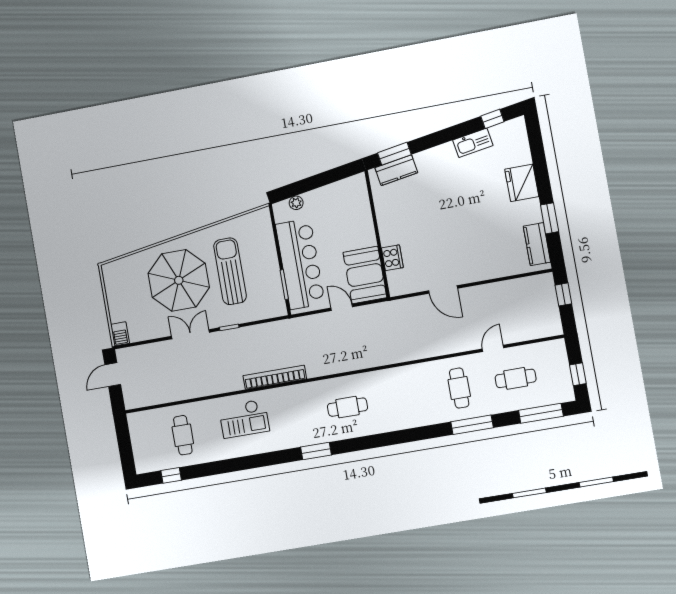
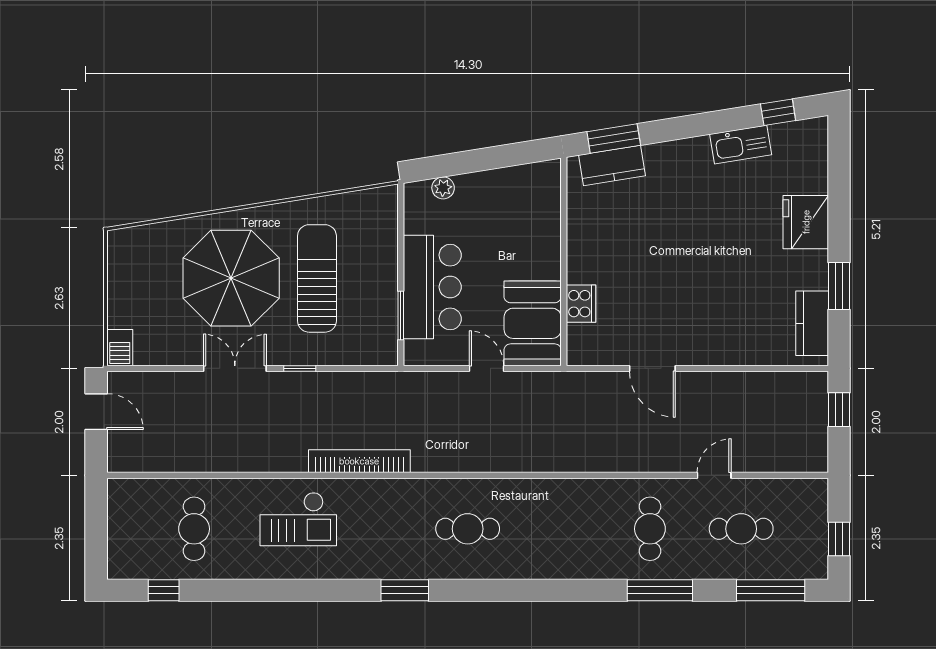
bar counter: (300, 264) -> (432, 287), width x0.73
door: (113, 375) -> (96, 412), swing flipped

